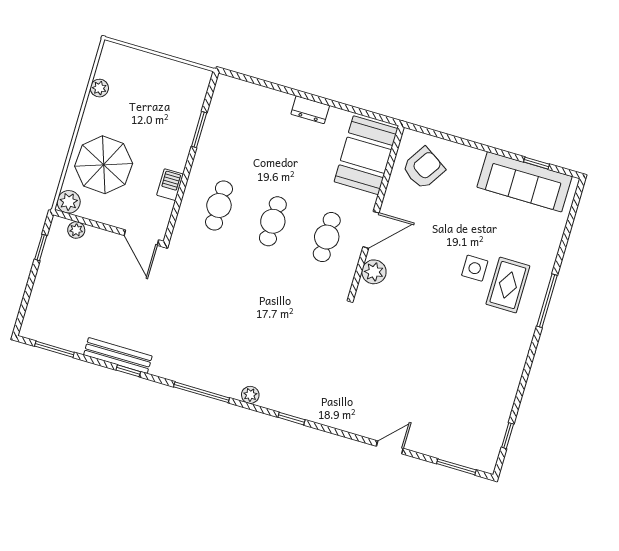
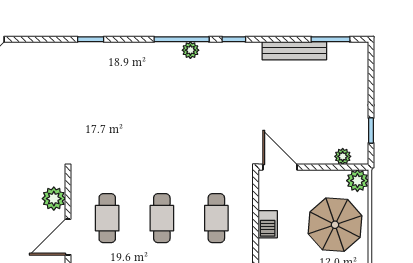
bench: (118, 355) -> (294, 51), moved
window: (128, 371) -> (234, 39), moved
plant: (250, 395) -> (190, 50), moved

